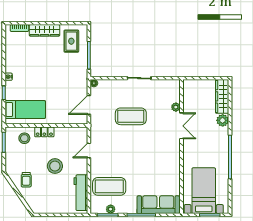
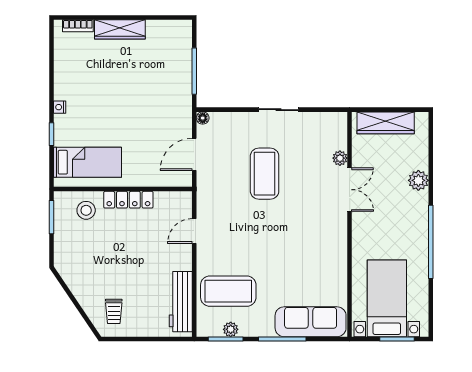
rug: (71, 41) -> (165, 48), removed
wardrobe: (222, 96) -> (386, 123), moved, turned -90
coffee table: (131, 116) -> (265, 174), turned 90
locker: (44, 132) -> (128, 200), width x1.53
stool: (55, 166) -> (137, 257), removed
trolley: (26, 180) -> (114, 311), moved

